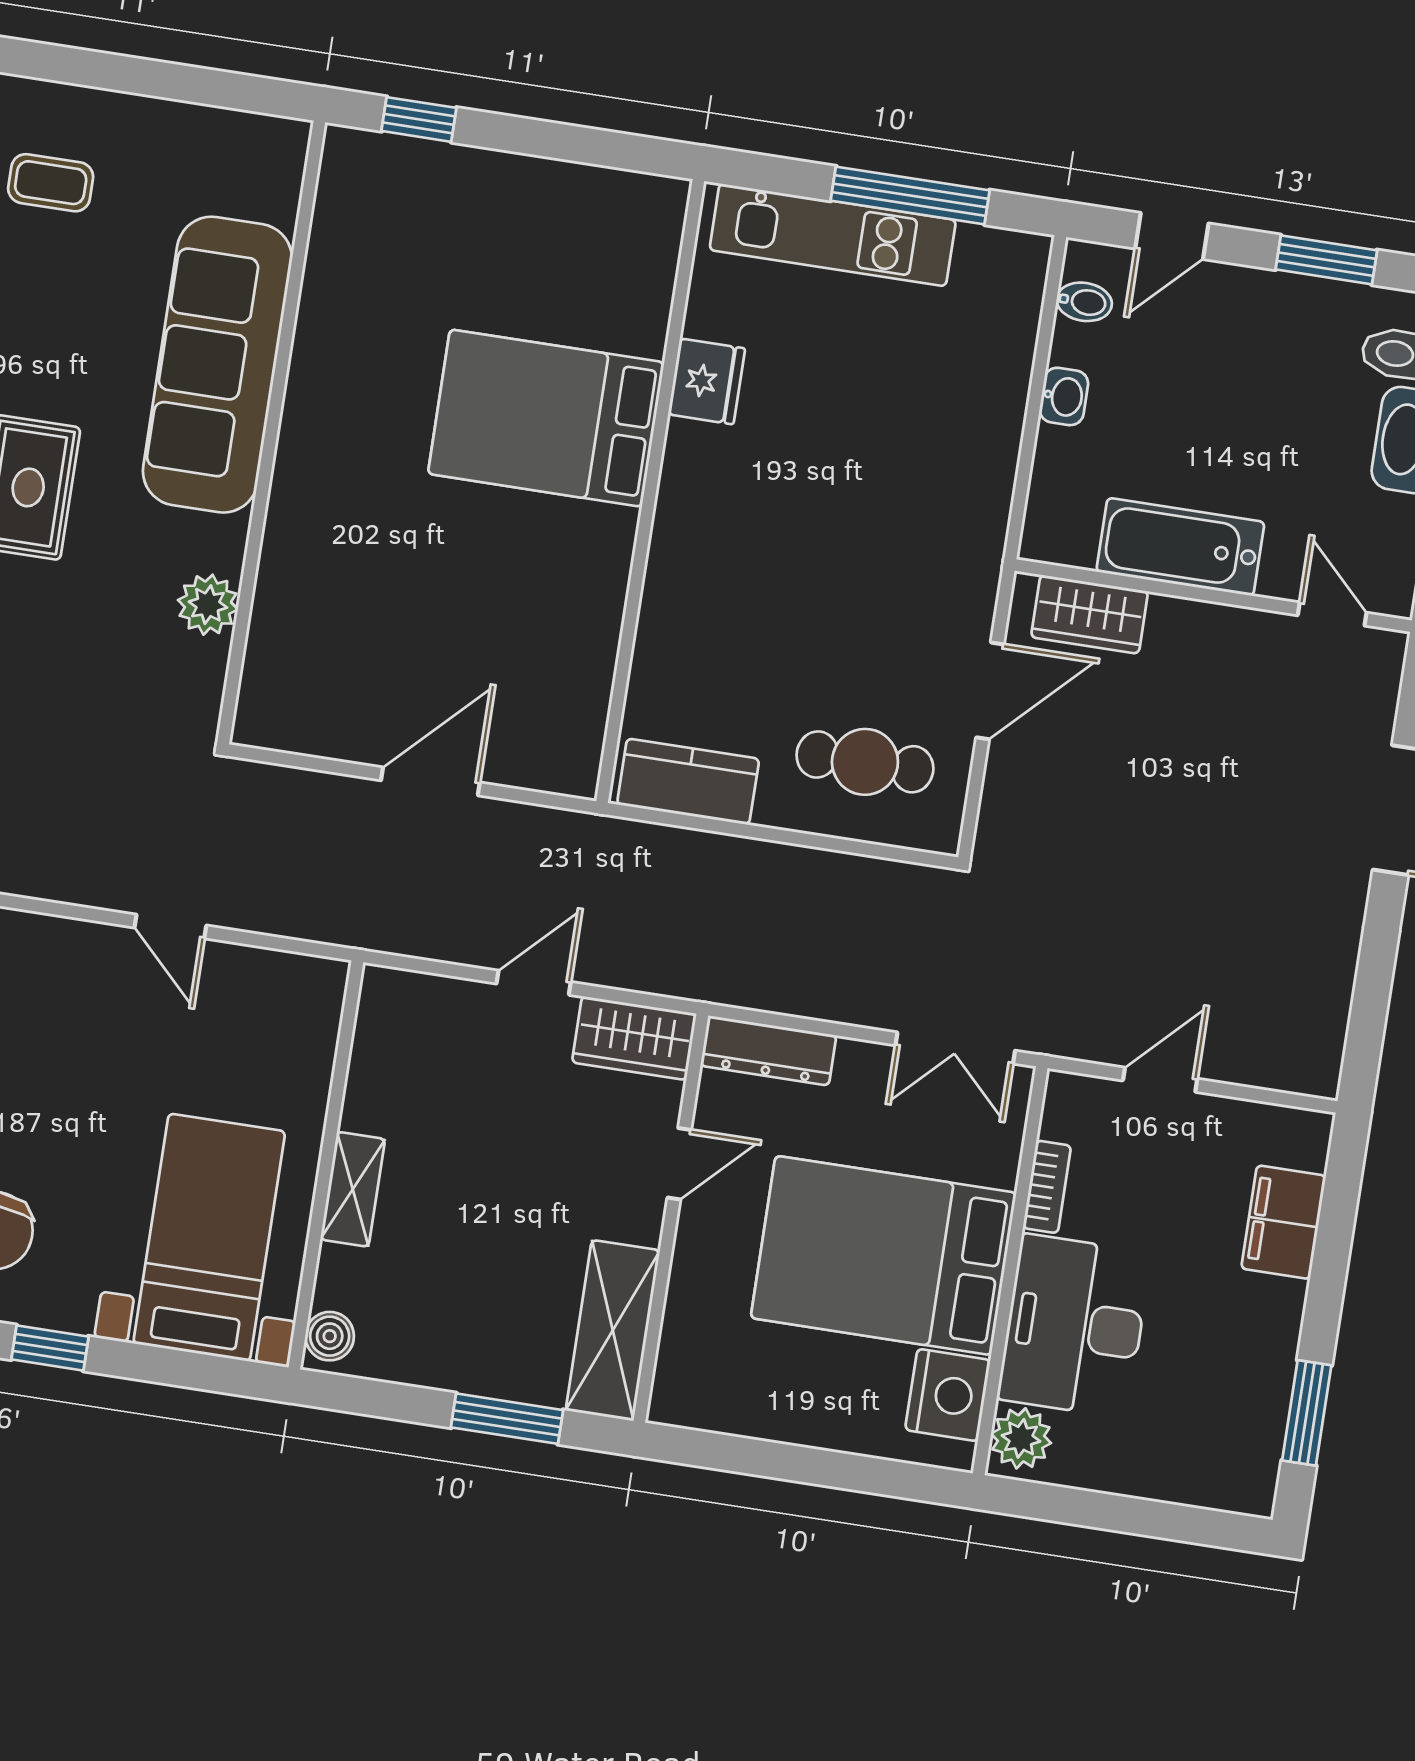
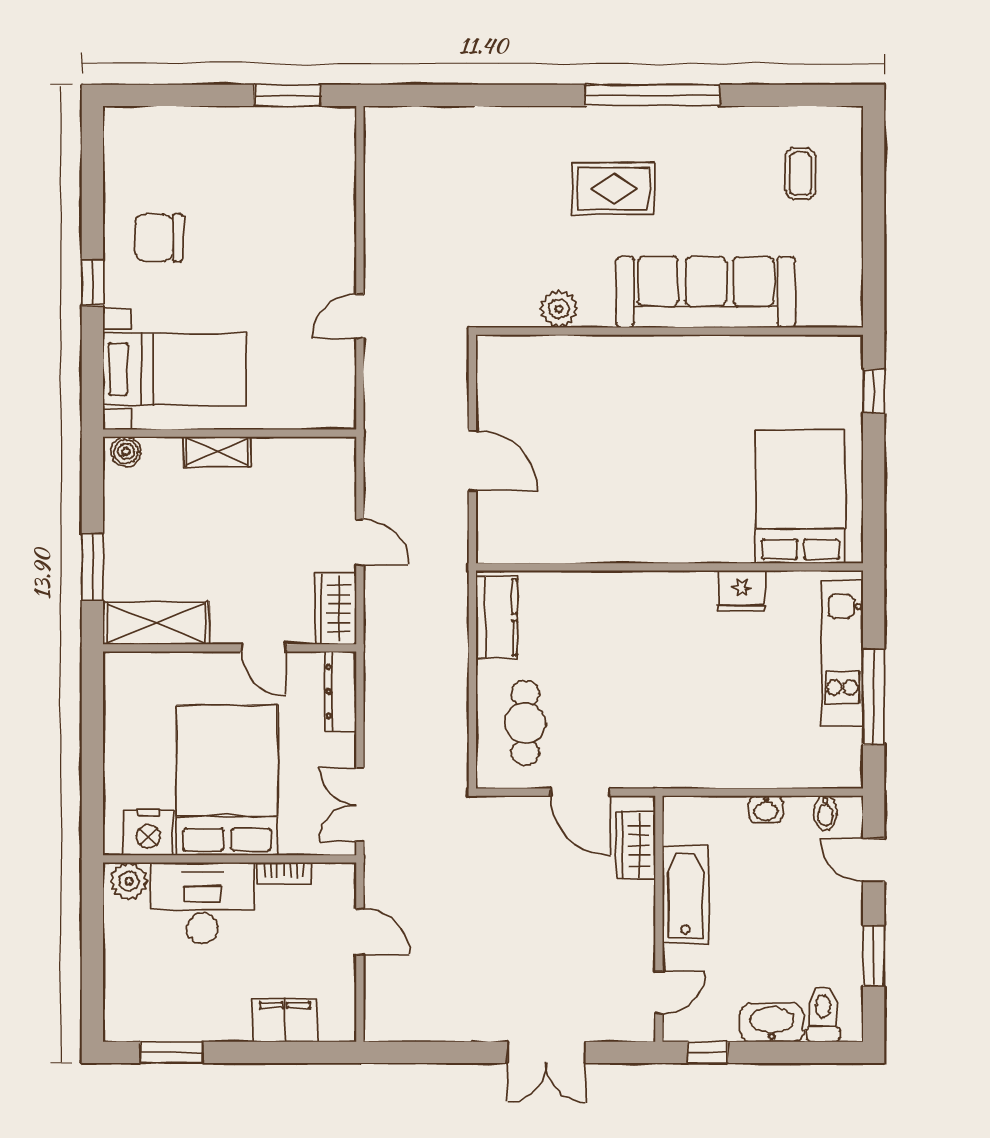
bed: (546, 418) -> (800, 497), moved

